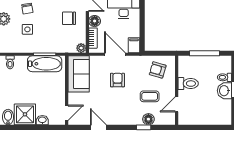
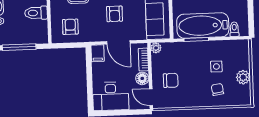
bathtub: (45, 64) -> (203, 26), width x1.36, depth x1.36
armchair: (158, 70) -> (70, 27), turned -106

